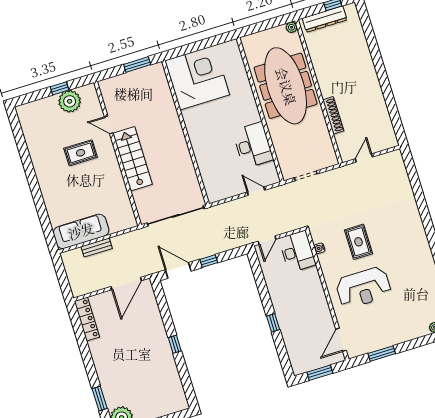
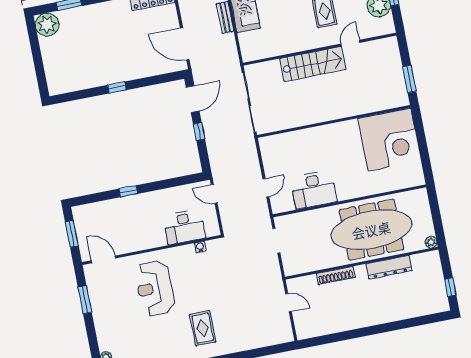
dresser: (325, 19) -> (389, 267), moved, turned -90
rug: (358, 242) -> (203, 328), moved, turned 90
desk: (297, 251) -> (184, 227), moved

